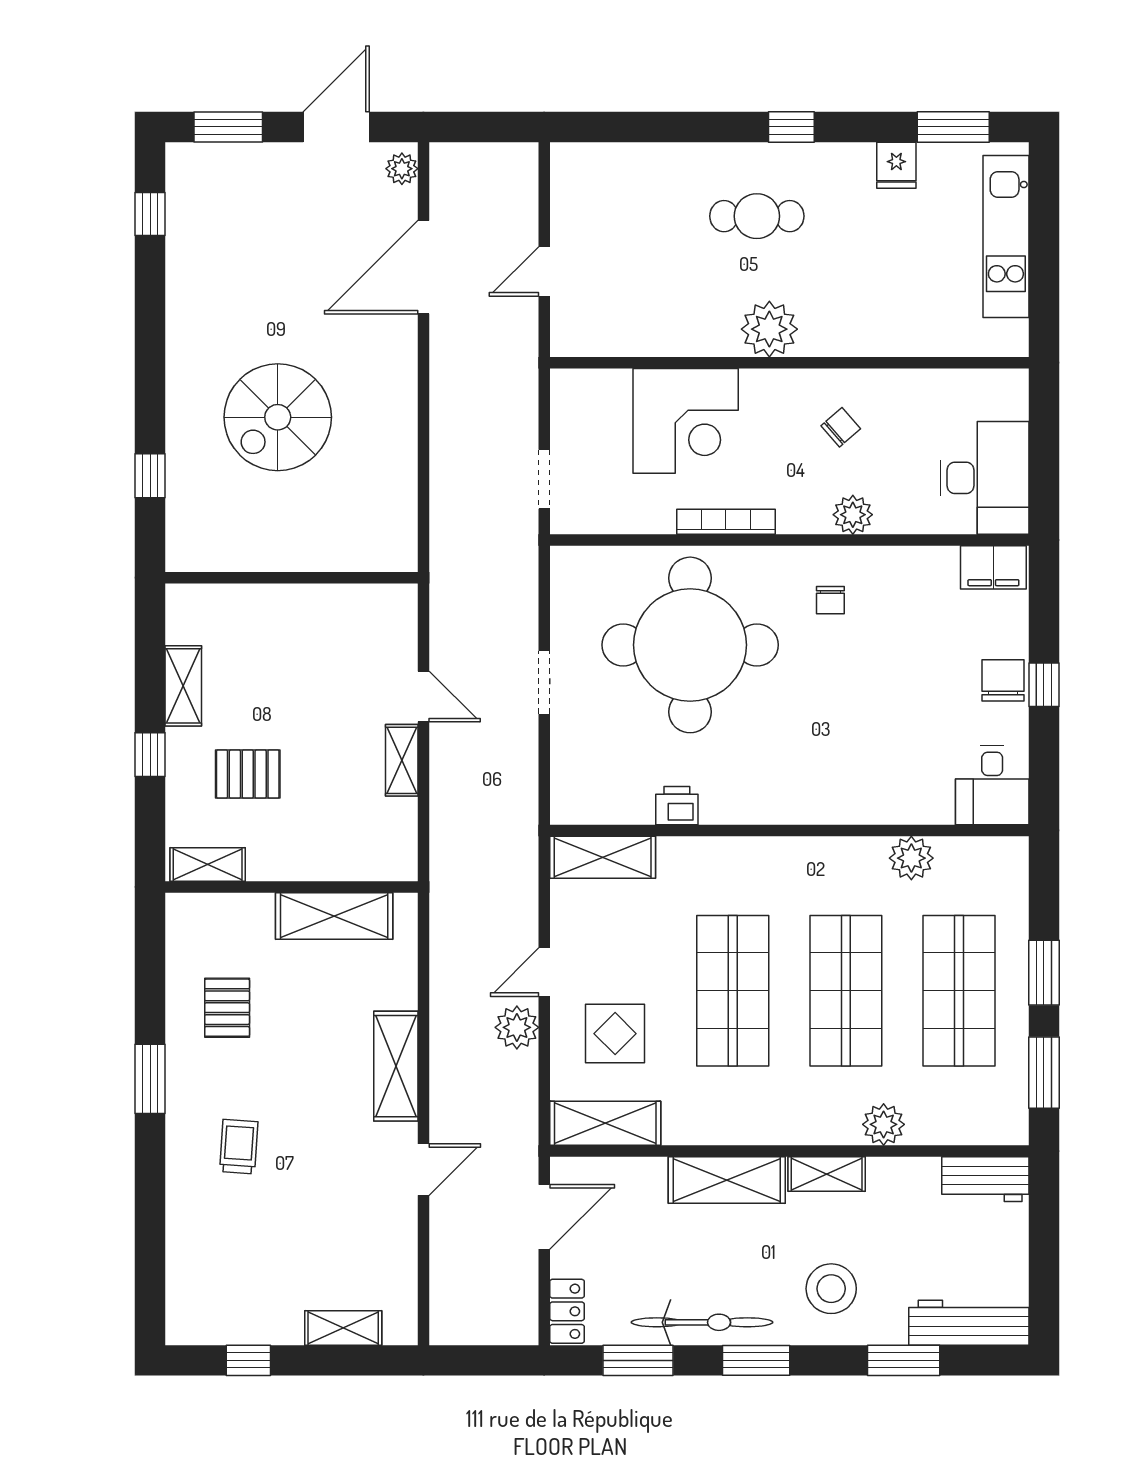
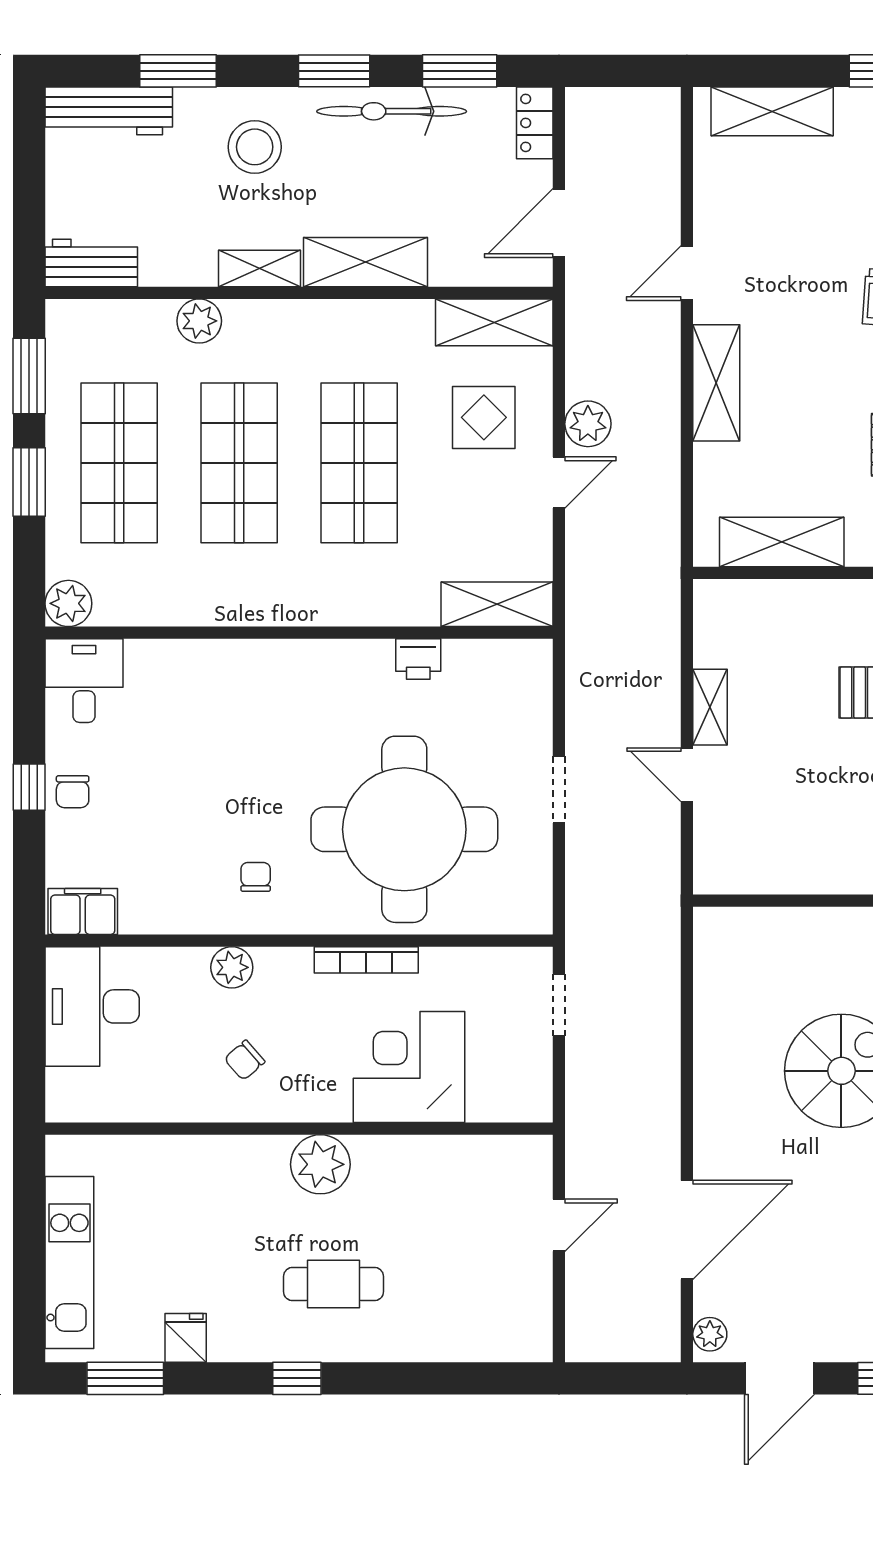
chair: (1003, 680) -> (73, 792), width x0.73, depth x0.73
plant: (911, 858) -> (68, 603), moved
shelving: (343, 1328) -> (772, 111), width x1.50, depth x1.33

